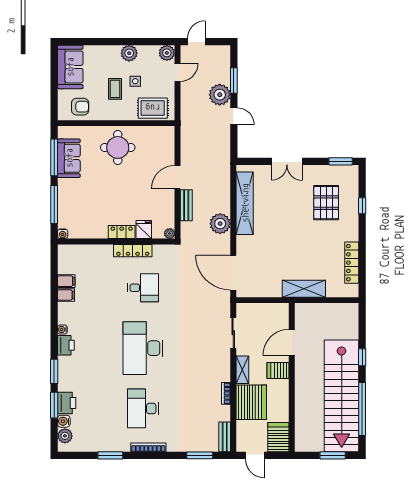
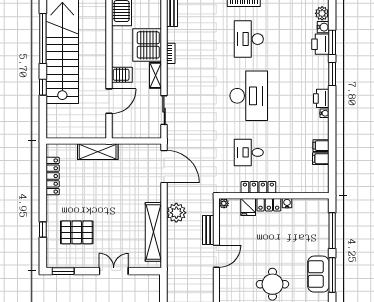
pallet: (326, 203) -> (77, 232), turned 90
water cooler: (63, 234) -> (287, 203), moved
desk: (143, 408) -> (249, 39), turned 180

